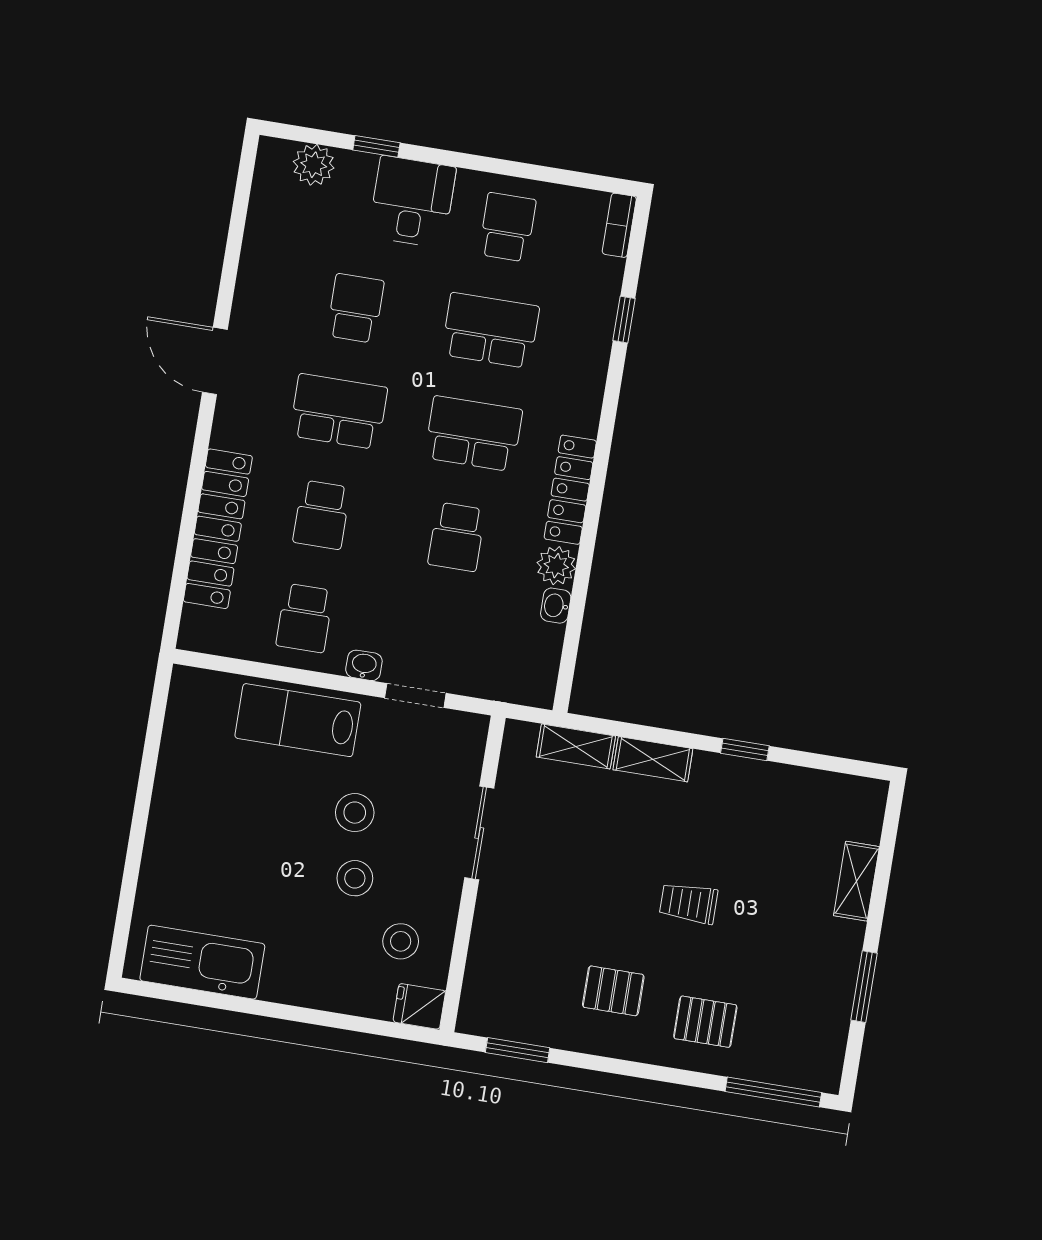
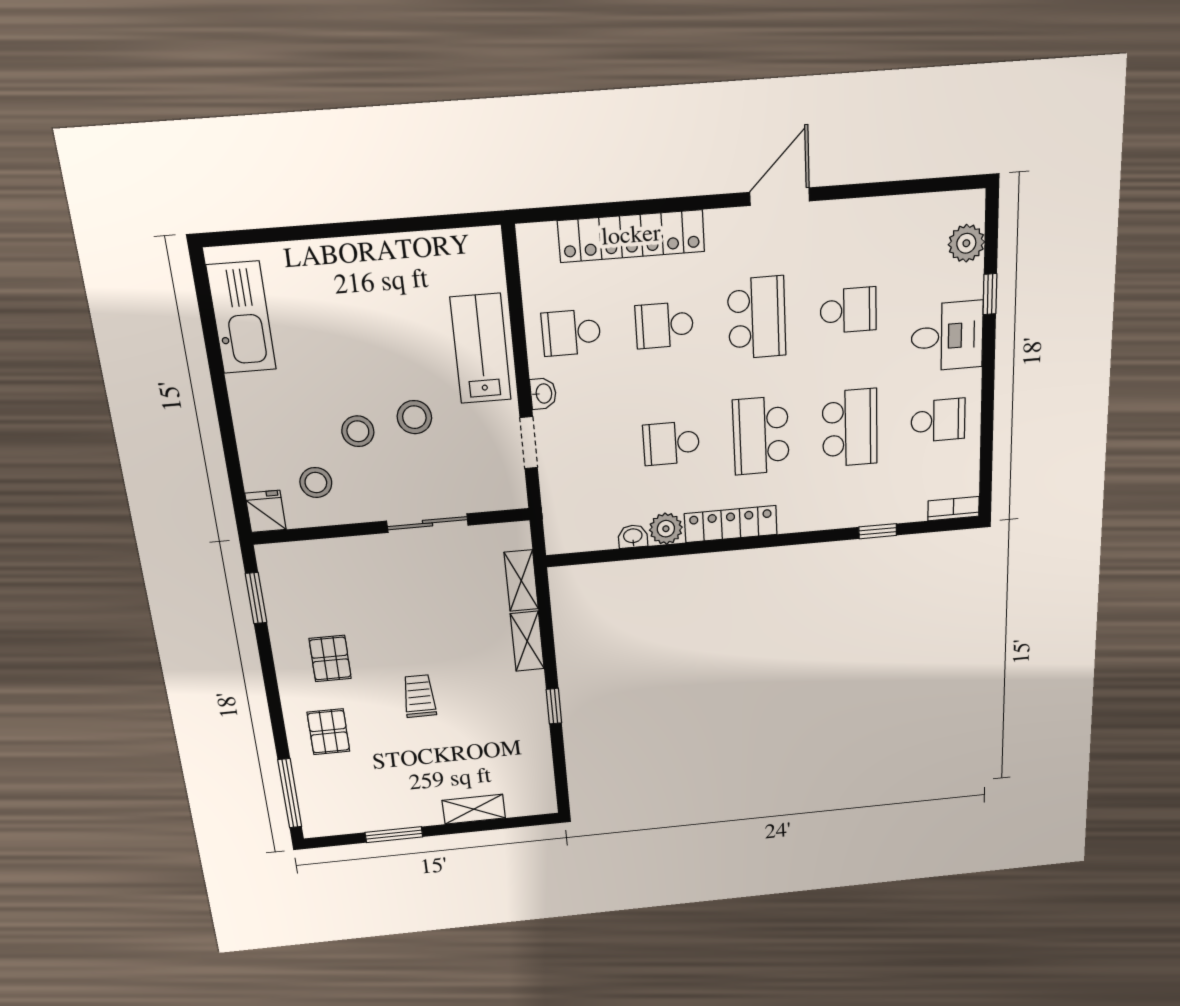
school desk: (473, 434) -> (761, 436), turned 180

